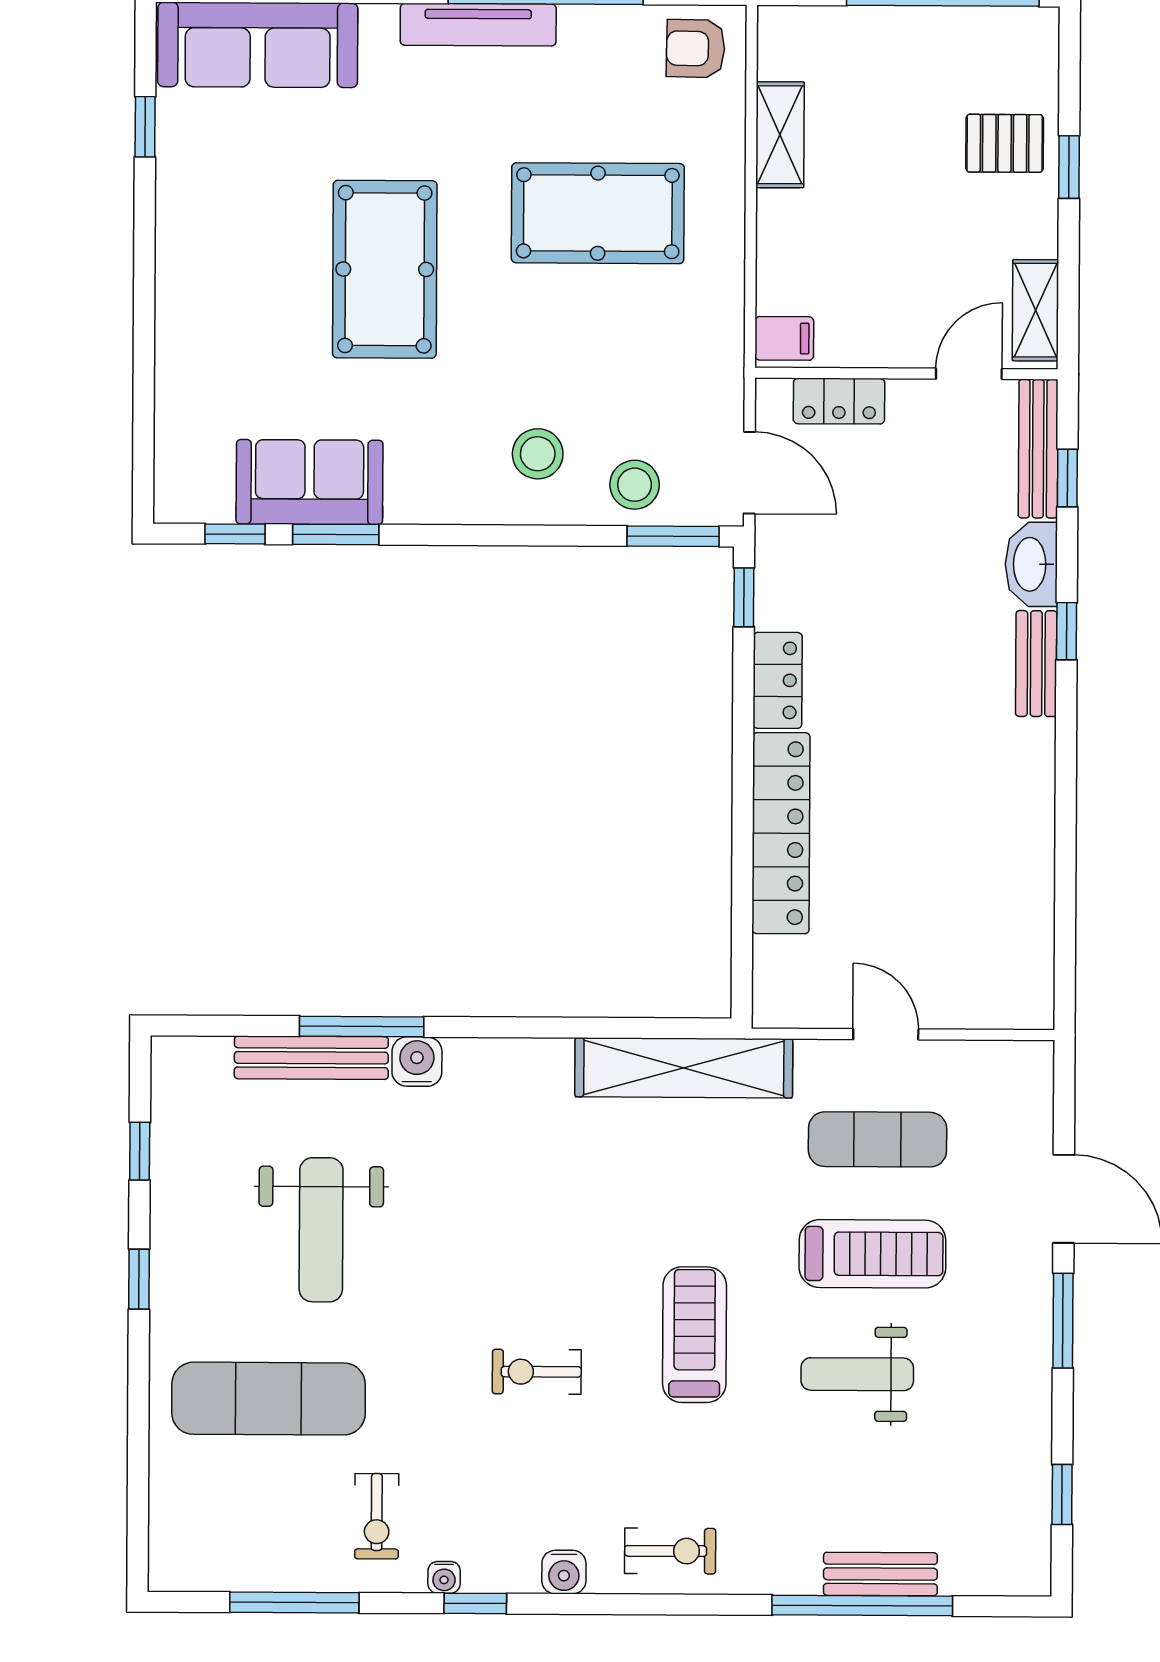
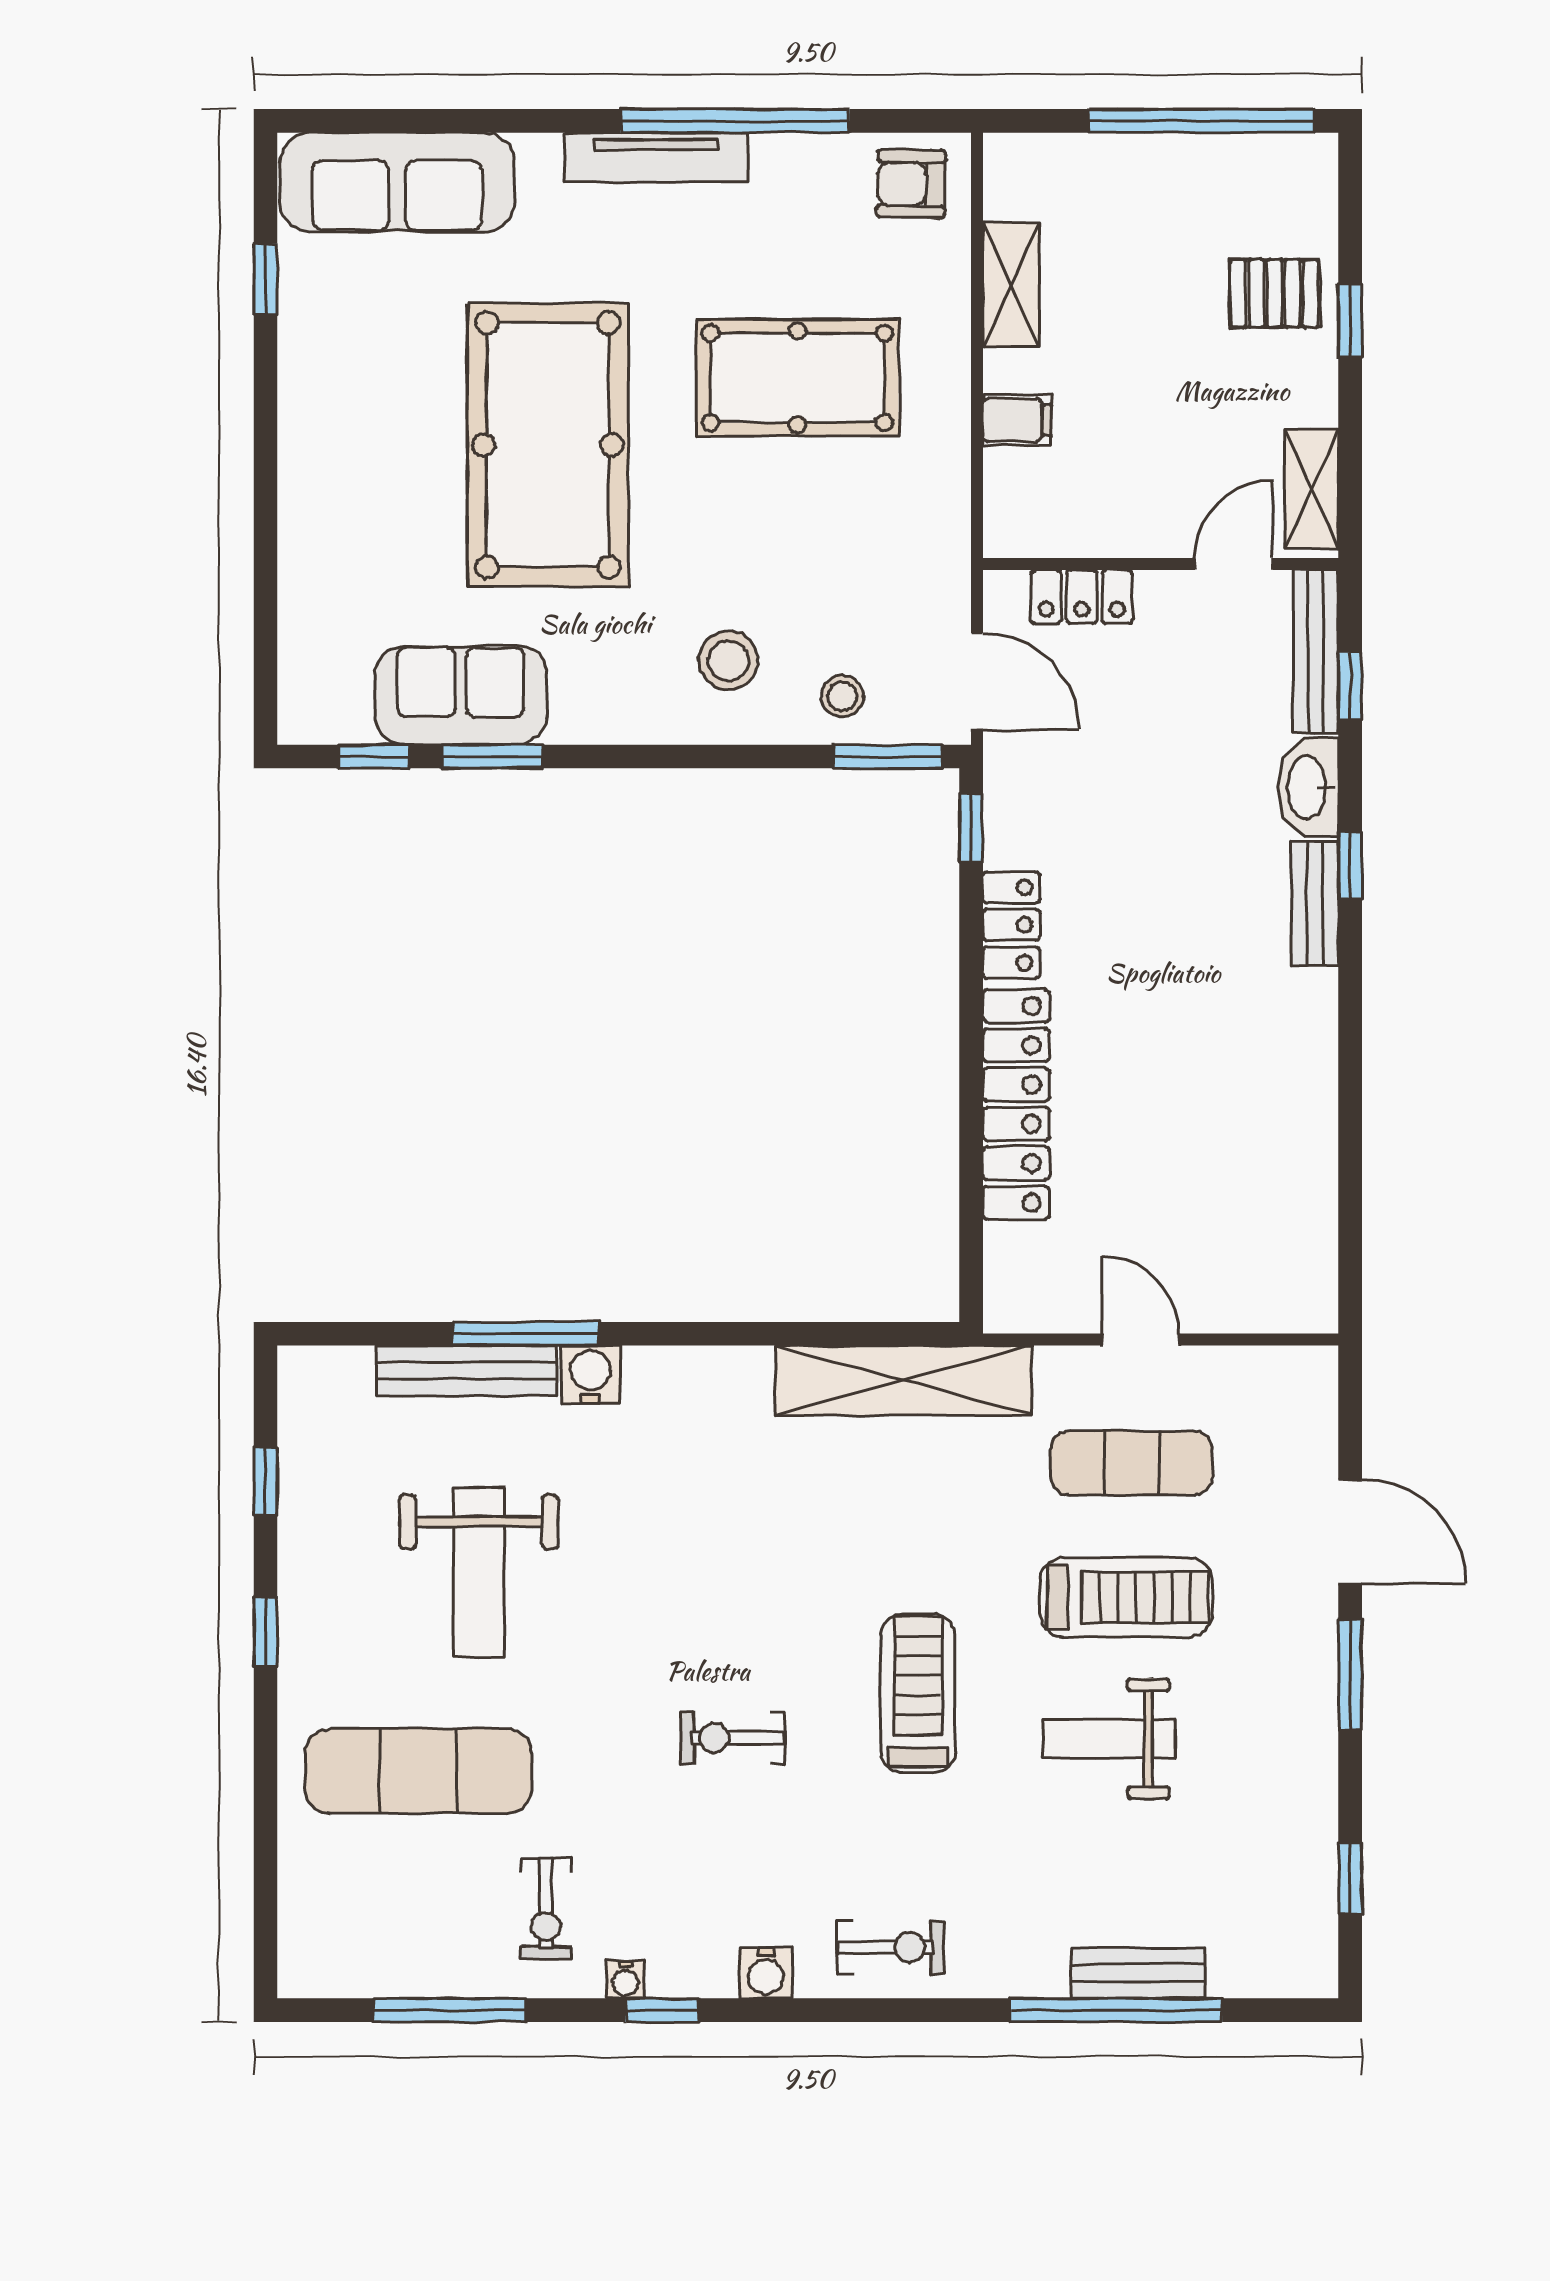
pool table: (385, 269) -> (548, 445), width x1.36, depth x1.32
filing cabinet: (784, 338) -> (1017, 420), moved
stool: (635, 485) -> (842, 696), width x0.73, depth x0.73

